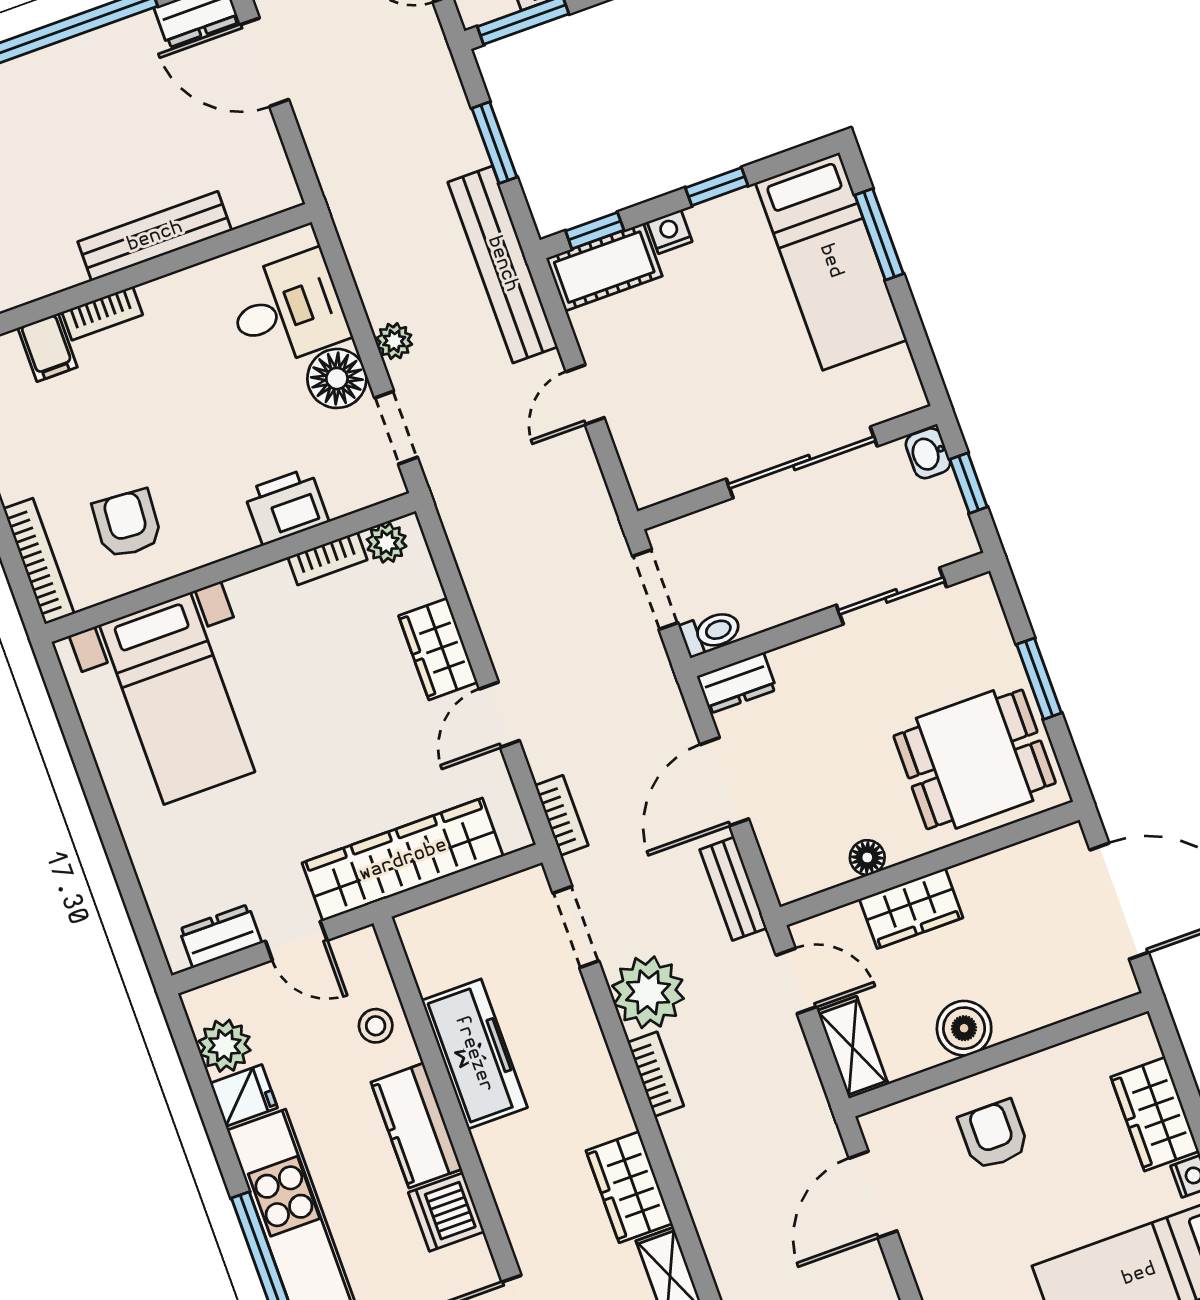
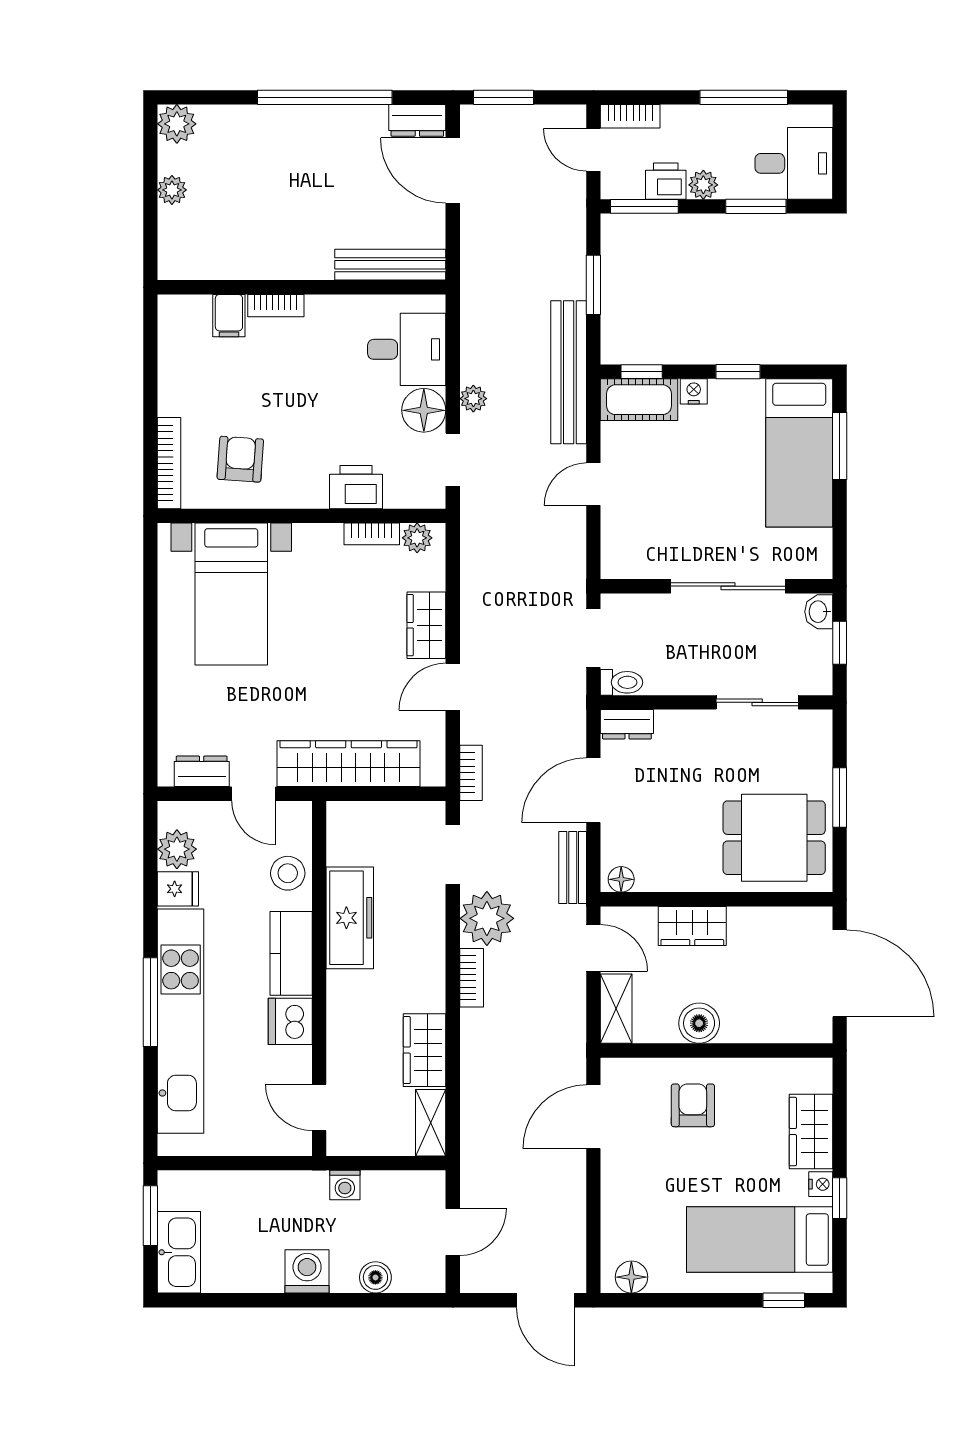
bench: (155, 236) -> (390, 265), moved
floor lamp: (867, 858) -> (621, 879), moved
stool: (376, 1026) -> (288, 873), width x1.37, depth x1.37

